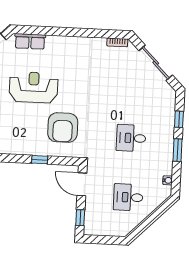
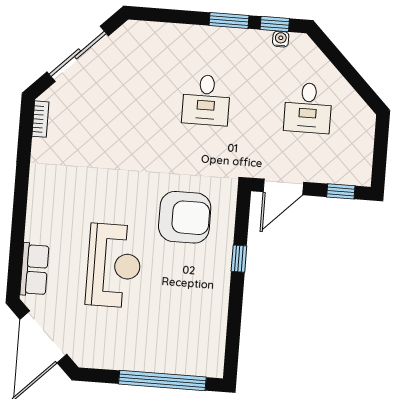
reception desk: (34, 87) -> (114, 266), turned 180
window: (179, 119) -> (275, 24), moved

